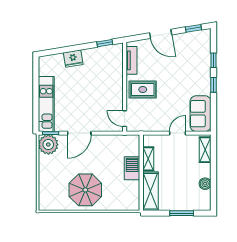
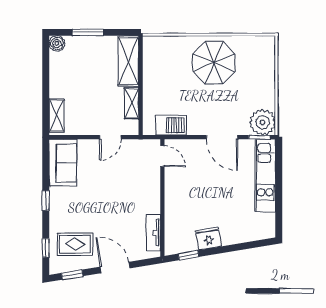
fridge: (73, 59) -> (209, 239), moved
window: (214, 60) -> (46, 248), moved
rug: (143, 89) -> (75, 244), moved
door: (79, 133) -> (222, 137), swing flipped
door: (177, 133) -> (110, 137), moved
barbecue: (132, 168) -> (171, 125), moved, turned -90
boiler: (205, 184) -> (57, 43), moved

